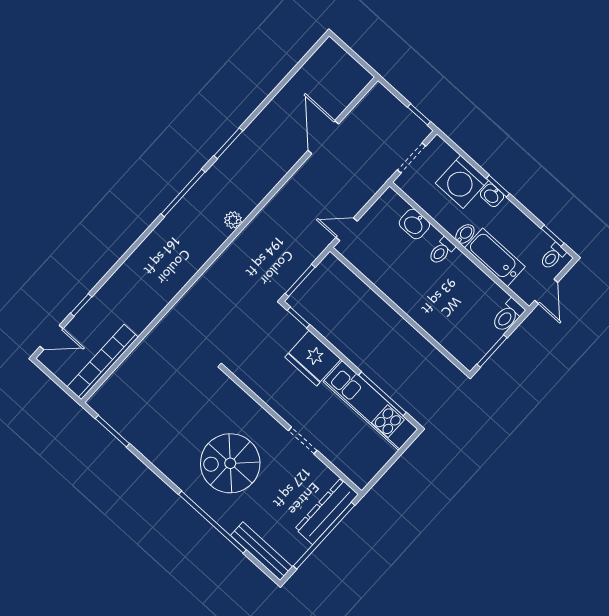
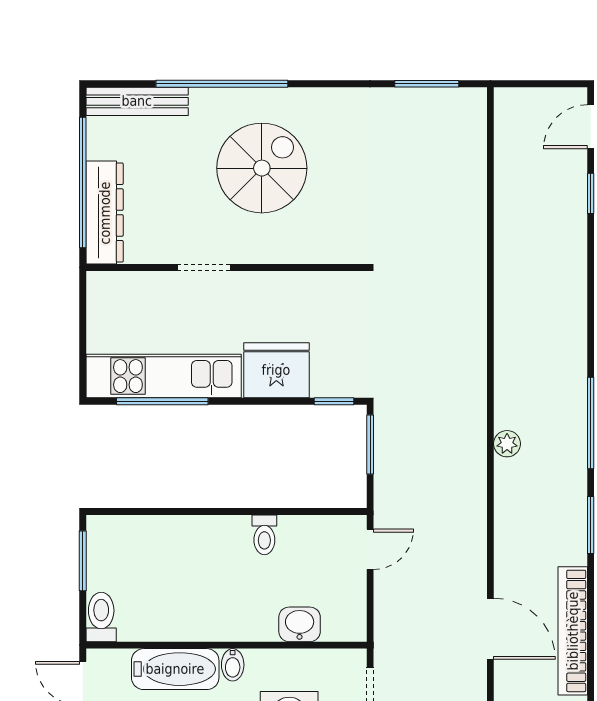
toilet: (442, 251) -> (264, 535), moved, turned 180
bookcase: (103, 362) -> (573, 631), moved, turned 180

